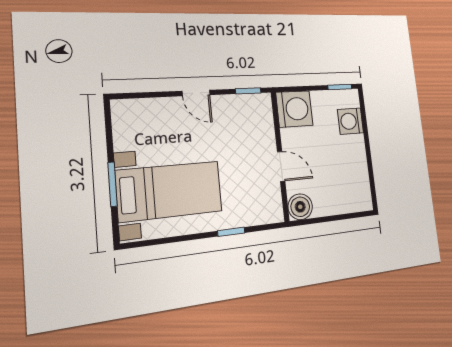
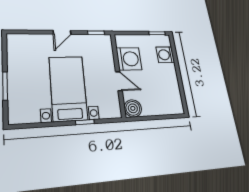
door: (196, 93) -> (62, 32), hinge flipped
washing machine: (294, 109) -> (129, 59), moved
bed with nightstands: (170, 191) -> (68, 88), moved, turned -90

